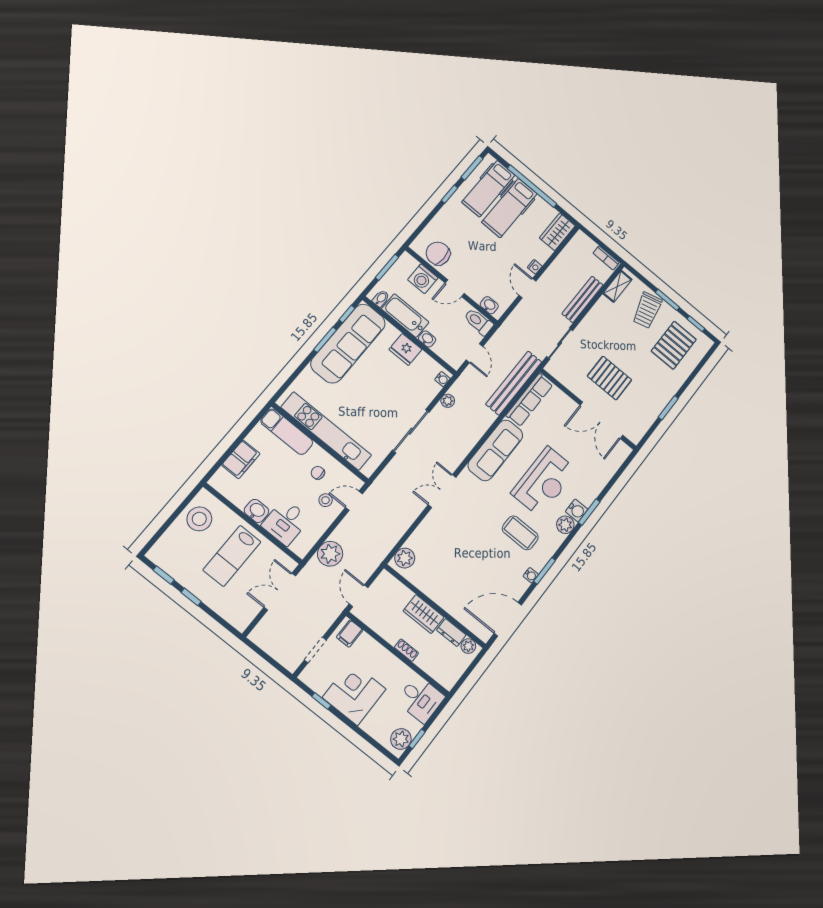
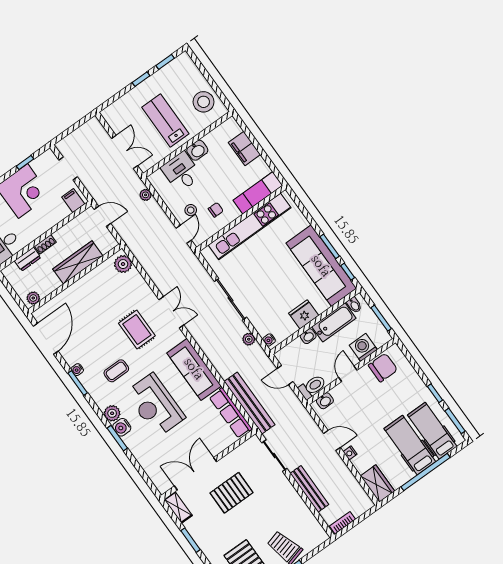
shelving: (617, 286) -> (178, 507), moved
rug: (471, 523) -> (137, 330), added
coffee table: (520, 533) -> (116, 371), width x0.73, depth x0.77
plant: (330, 554) -> (146, 195), width x0.53, depth x0.53
wardrobe: (424, 614) -> (78, 262), width x1.50
dresser: (451, 633) -> (28, 259), moved, turned 180

